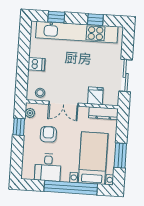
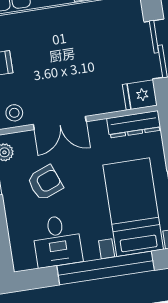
fridge: (95, 96) -> (140, 95), moved, turned -90
armchair: (48, 134) -> (45, 183), turned 69

